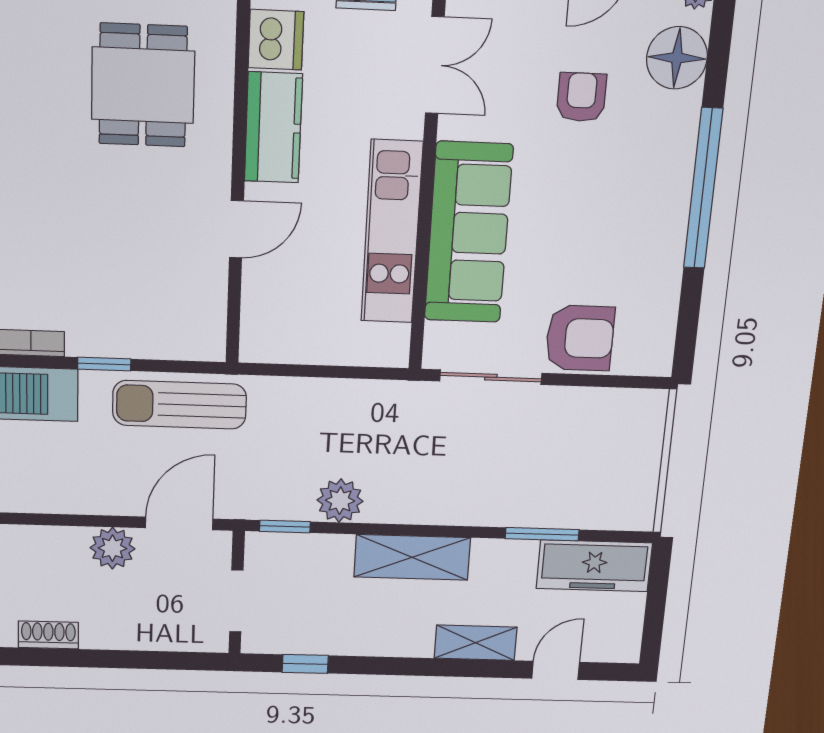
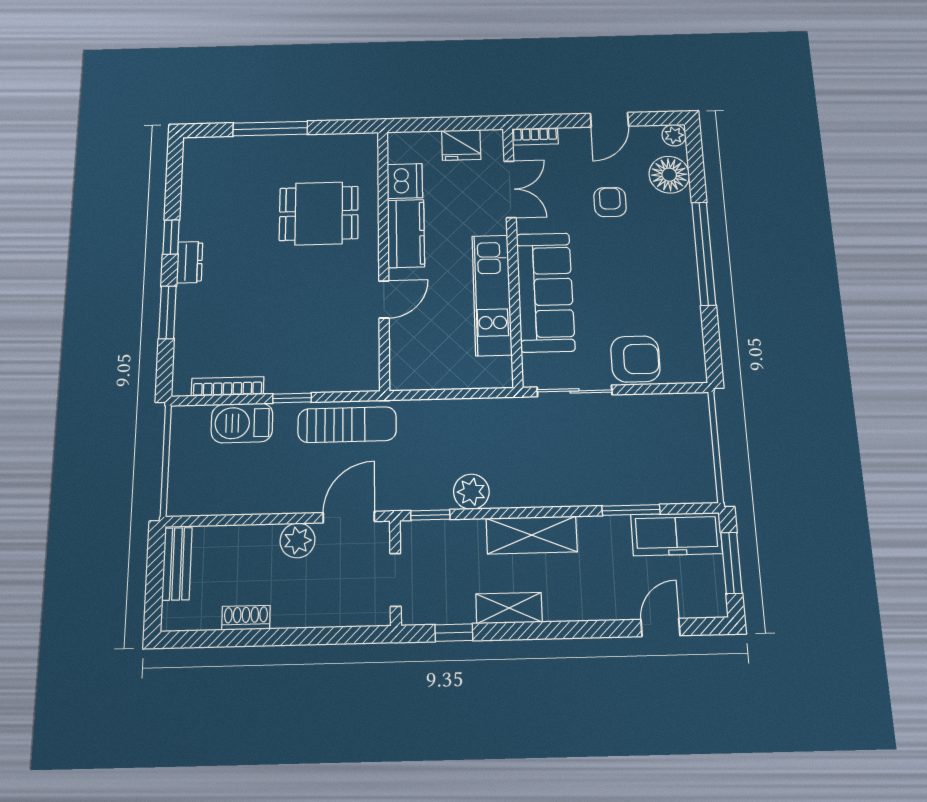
dining table: (143, 85) -> (319, 213), turned 90
sun lounger: (179, 405) -> (347, 425), turned 180
window: (656, 603) -> (731, 563), added
shelving: (476, 643) -> (509, 608), moved

